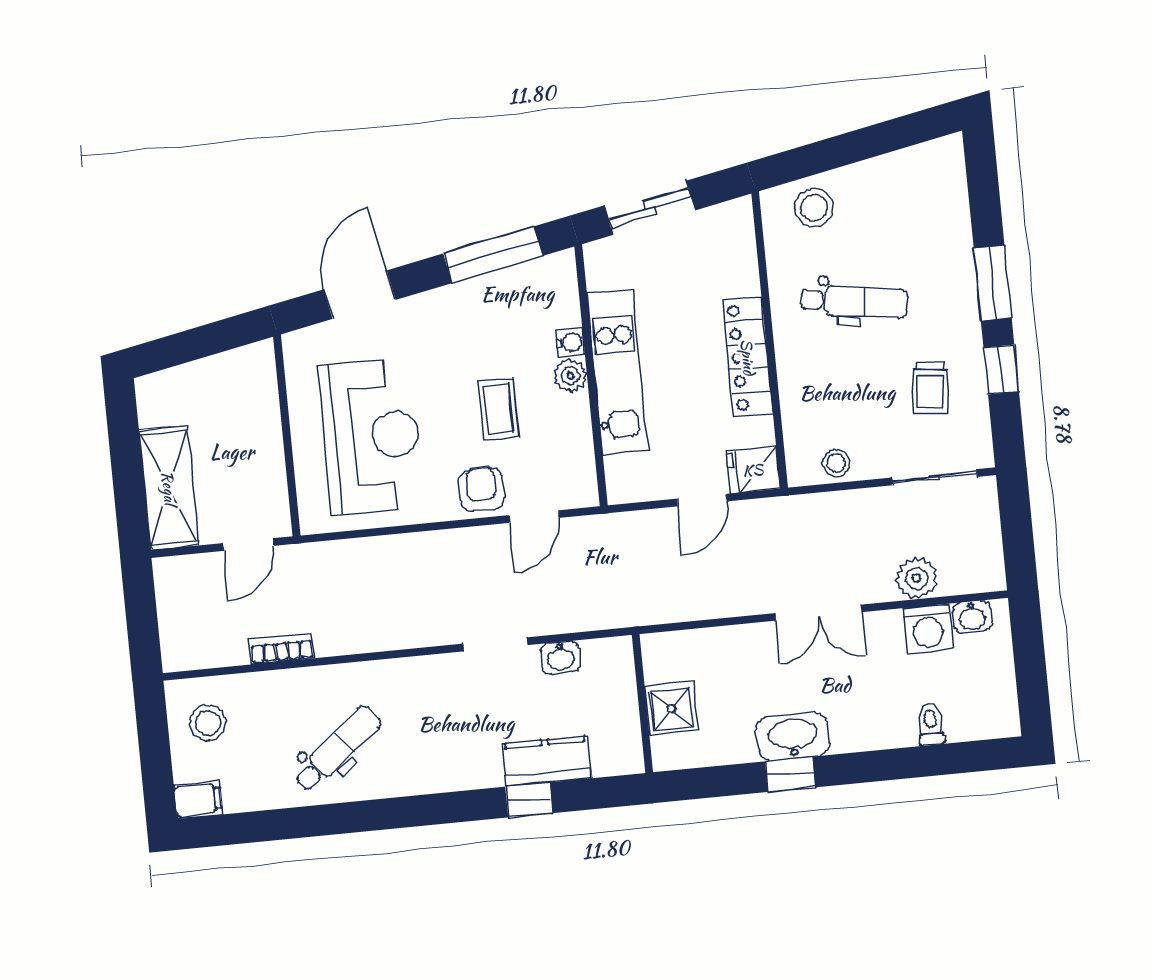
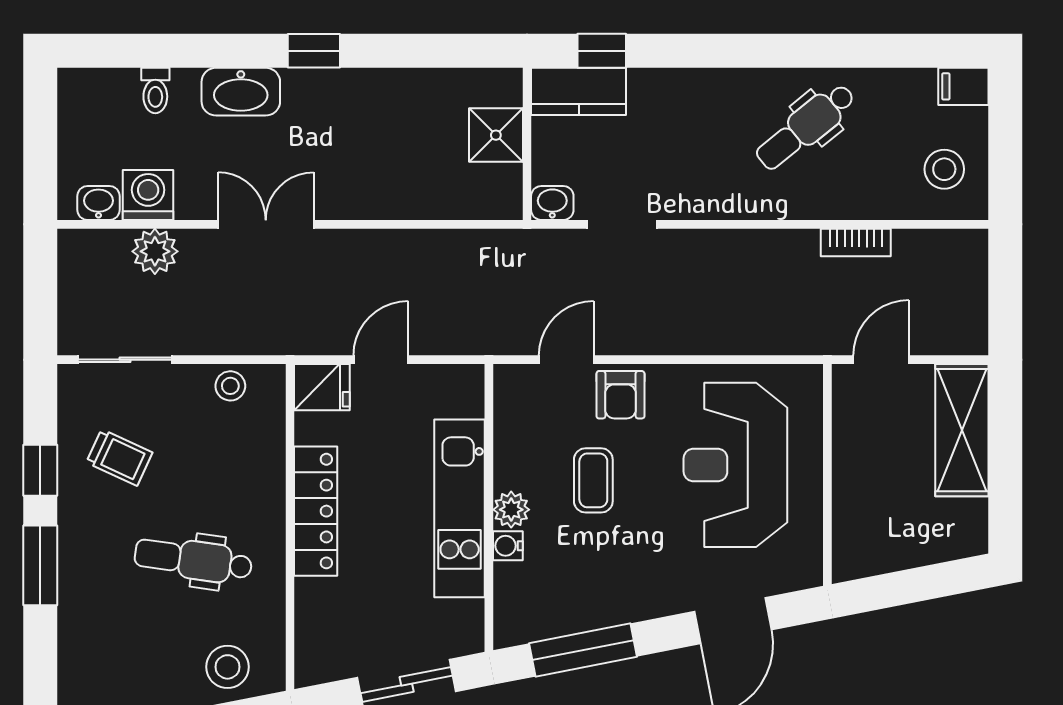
trolley: (931, 388) -> (119, 457), turned 110
wall: (642, 704) -> (527, 144), moved
shower: (671, 709) -> (496, 135), moved
washbasin: (793, 737) -> (241, 92), moved

